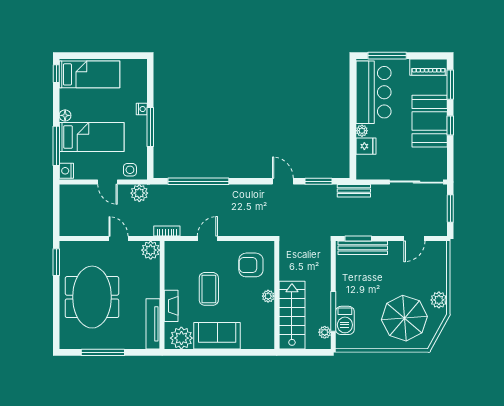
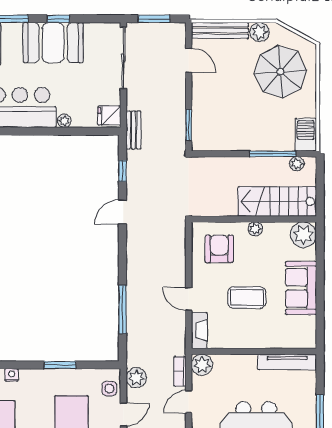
nightstand: (142, 109) -> (12, 375), moved
window: (150, 127) -> (60, 365), width x0.69
fridge: (366, 146) -> (109, 116), moved, turned -90
window: (198, 181) -> (123, 309), width x0.68
window: (318, 181) -> (123, 171), width x0.67
bookcase: (167, 231) -> (180, 371), moved
bench: (363, 248) -> (220, 30), moved, turned 90
armchair: (251, 265) -> (219, 249), turned 180
fireplace: (171, 306) -> (199, 330), moved, turned 90
barbecue: (345, 320) -> (306, 135), moved, turned -90
plant: (181, 338) -> (303, 235), moved

